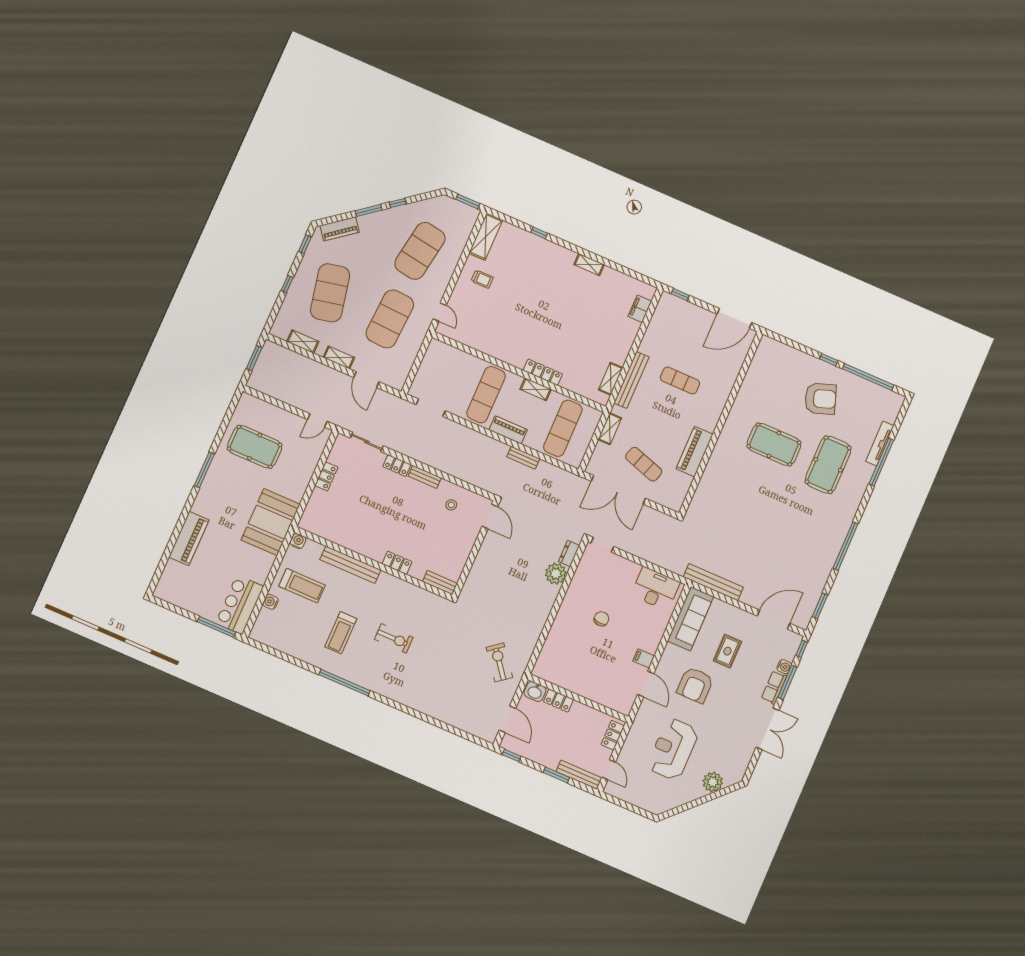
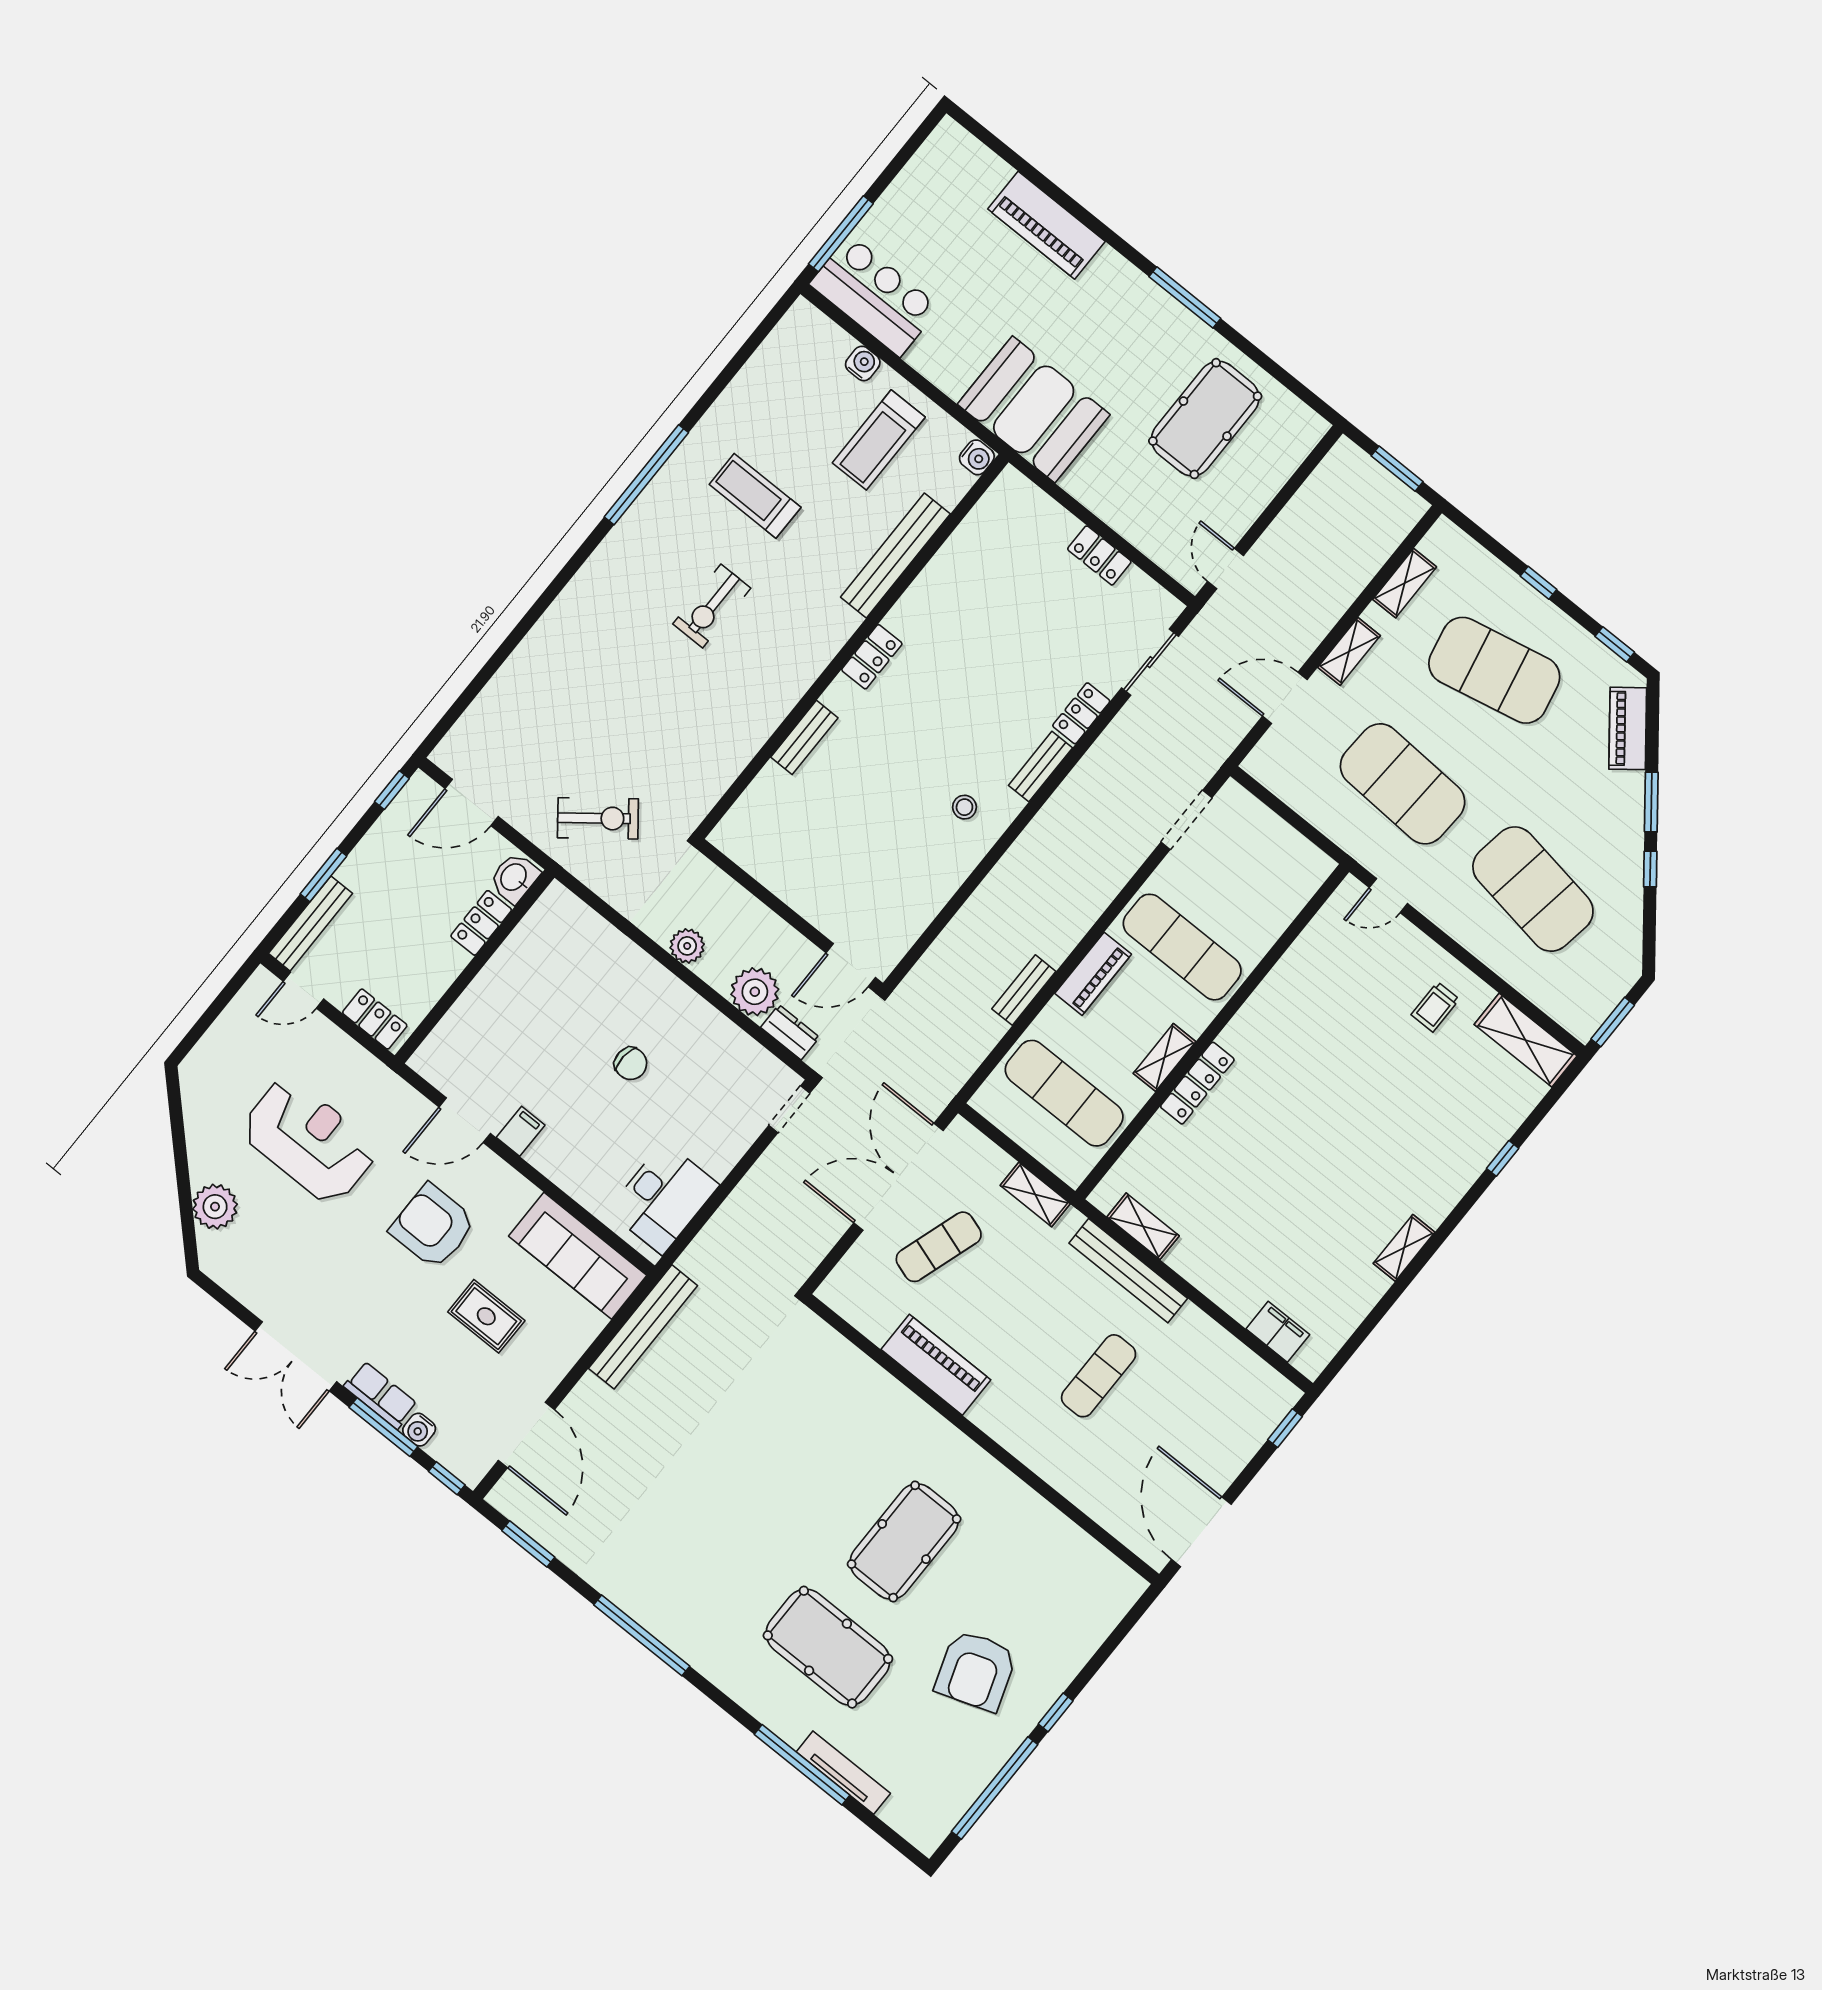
door: (490, 516) -> (851, 965), moved
wall: (476, 549) -> (790, 916), moved
plant: (544, 608) -> (687, 946), added

